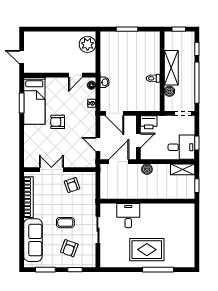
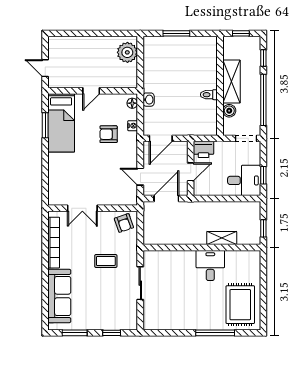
door: (75, 75) -> (91, 91), moved
door: (114, 113) -> (161, 138), hinge flipped
armchair: (58, 122) -> (109, 134), moved
boiler: (147, 169) -> (201, 208), removed
shelving: (183, 169) -> (222, 238), moved
double door: (51, 170) -> (82, 208), swing flipped
armchair: (72, 185) -> (124, 223), moved
desk: (128, 216) -> (210, 265), moved
coffee table: (65, 223) -> (106, 261), moved
armchair: (69, 248) -> (105, 306), removed
rug: (147, 250) -> (240, 305), moved, turned 90

